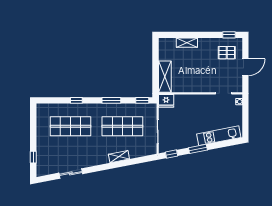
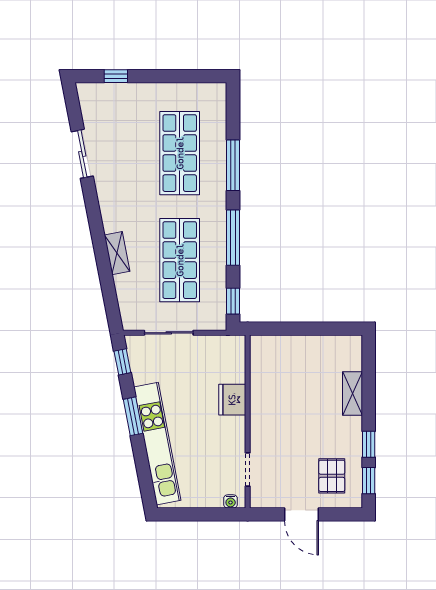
window: (211, 35) -> (369, 444), added
shelving: (165, 77) -> (282, 348), removed
window: (76, 100) -> (233, 165), width x2.17
window: (111, 100) -> (233, 238), width x1.44
fridge: (166, 101) -> (232, 400), moved
kitchen unit: (219, 136) -> (157, 444), width x1.36

